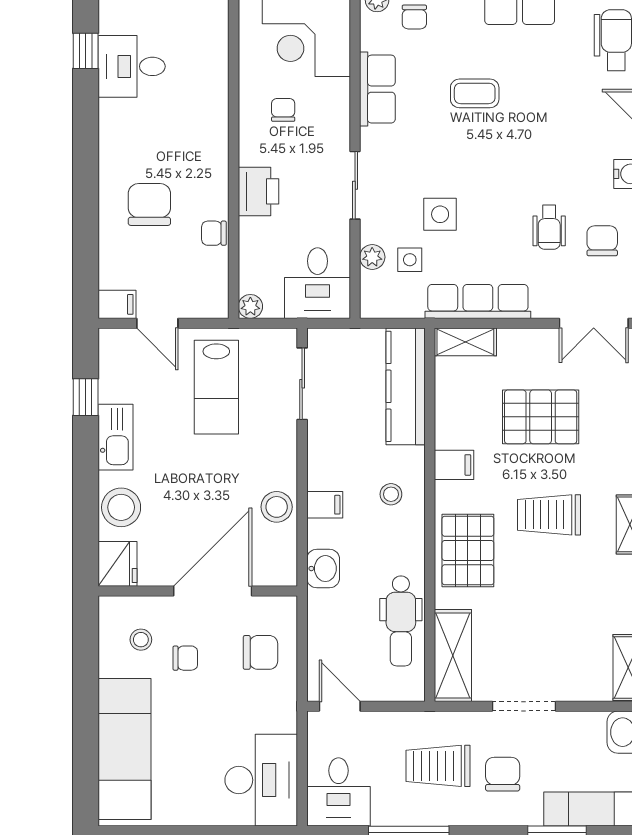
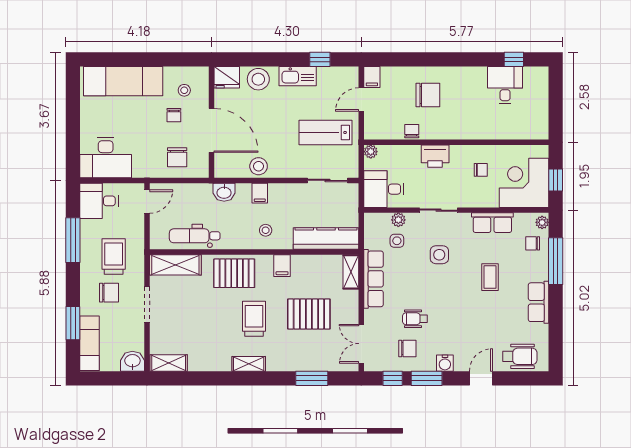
side table: (440, 214) -> (439, 255), moved
pallet: (541, 417) -> (309, 314), turned 90

